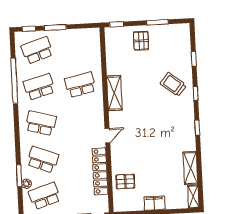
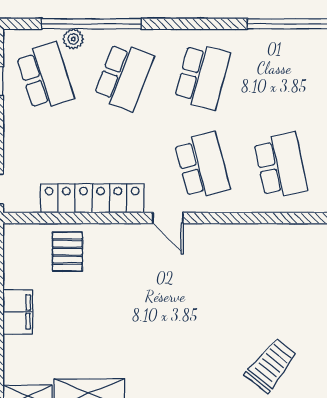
school desk: (39, 87) -> (202, 165), moved
shelving: (114, 93) -> (259, 238), removed
window: (19, 176) -> (91, 24), width x2.11

